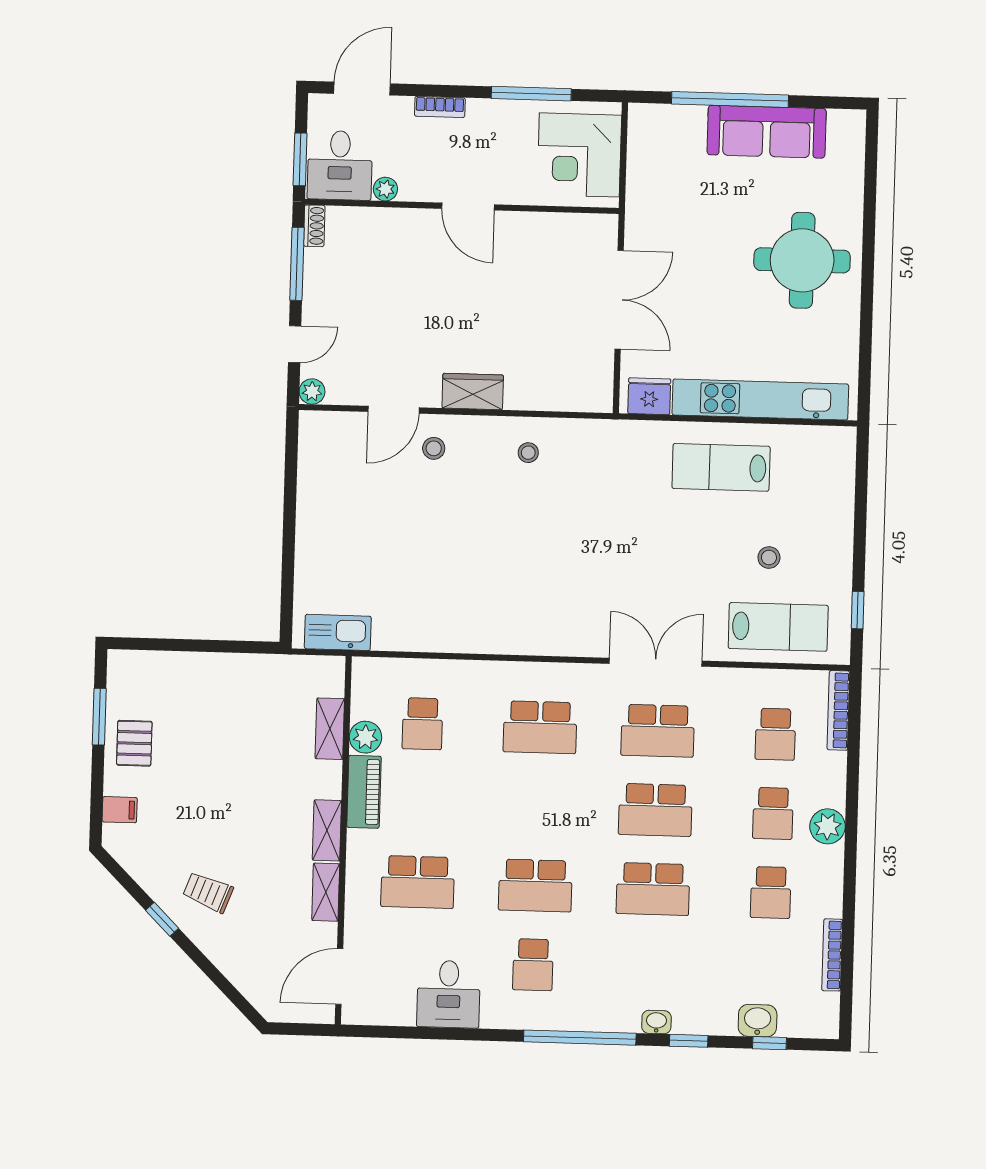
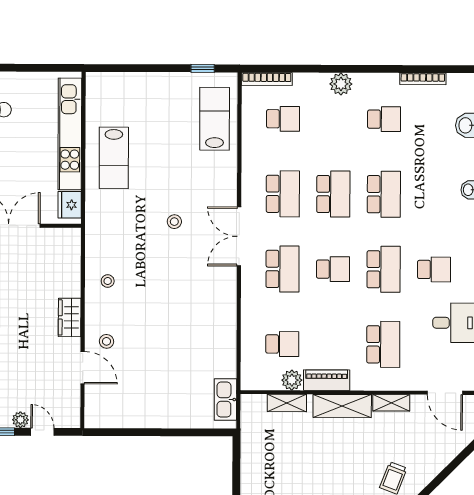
plant: (312, 391) -> (20, 420), moved
stool: (769, 558) -> (174, 222), moved
double door: (656, 662) -> (239, 236), moved
school desk: (773, 813) -> (333, 269), moved
shelving: (327, 830) -> (342, 406), width x1.50, depth x1.33

